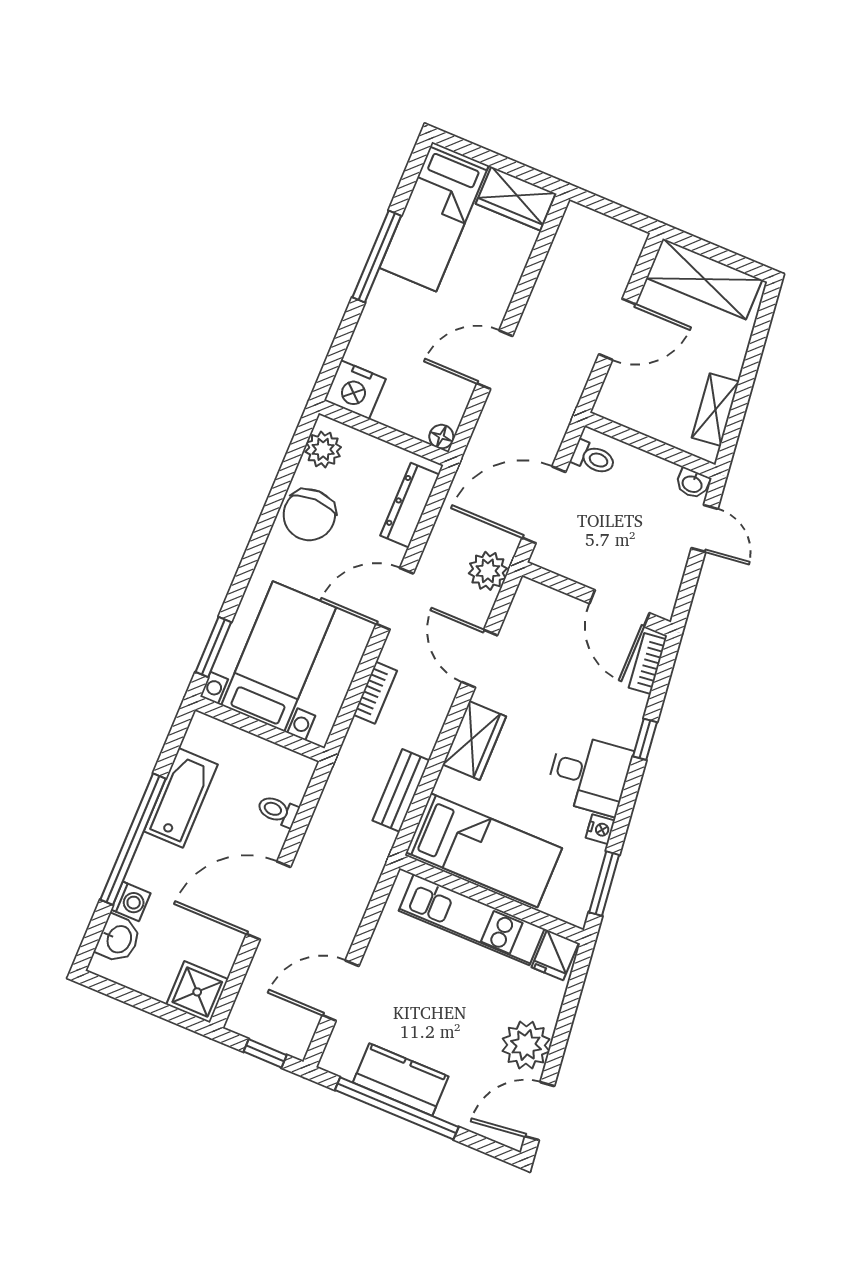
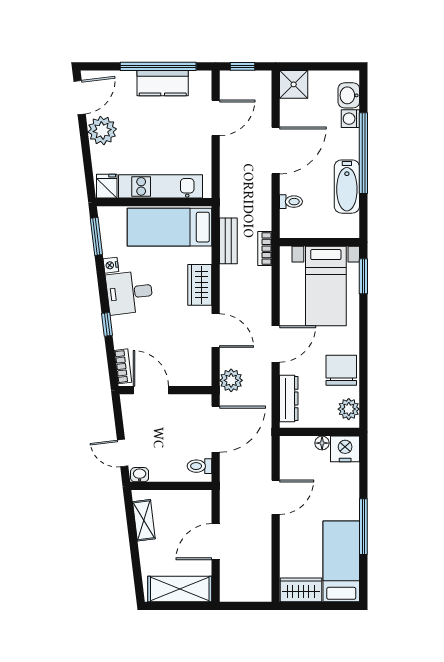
floor lamp: (441, 437) -> (322, 443), moved
bookcase: (375, 693) -> (265, 249), moved

